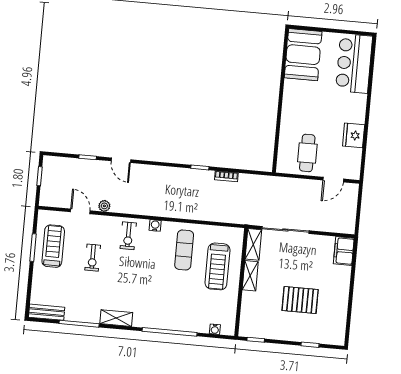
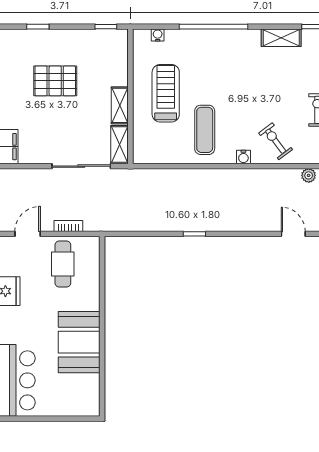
booth: (303, 55) -> (79, 342), moved
bookcase: (226, 176) -> (68, 226), moved
exercise bike: (128, 236) -> (276, 141), turned -37
treadmill: (217, 266) -> (166, 93), moved

